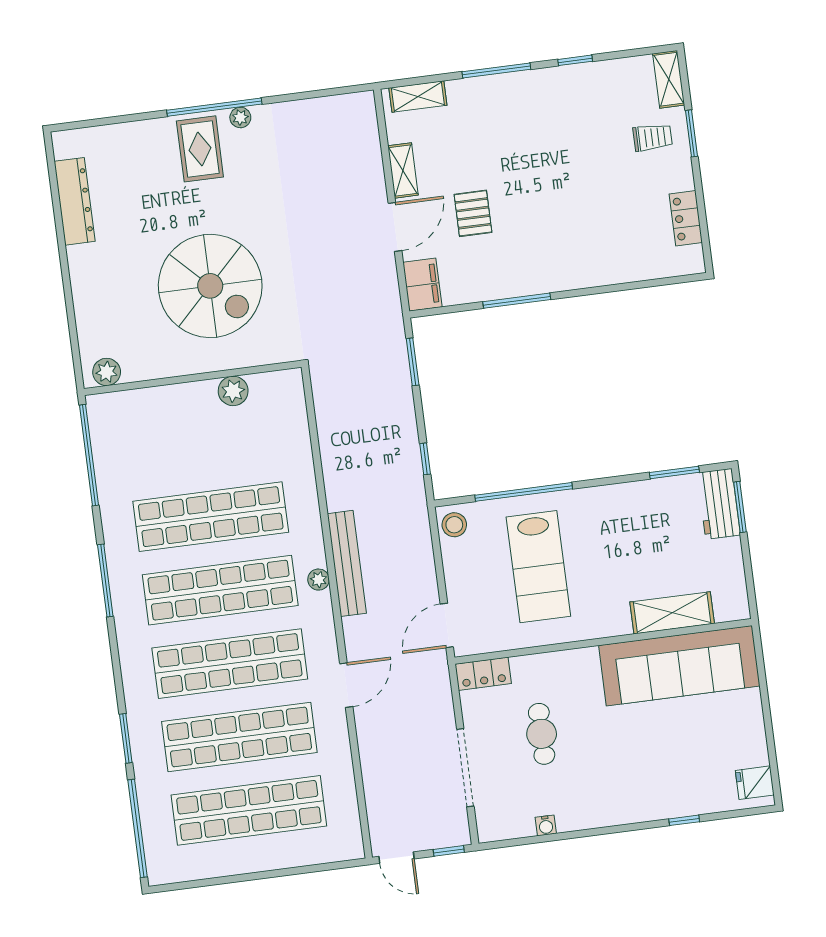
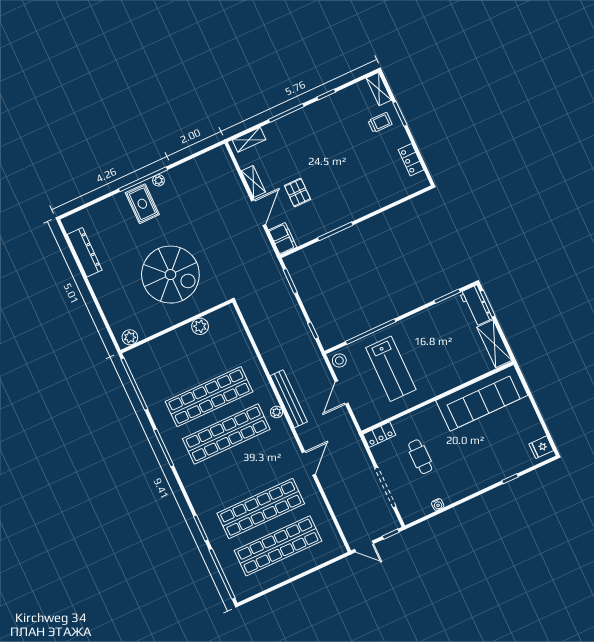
shelving: (672, 613) -> (494, 344), moved, turned 90
door: (447, 625) -> (342, 392), moved
shop shelf: (230, 664) -> (243, 471), removed

